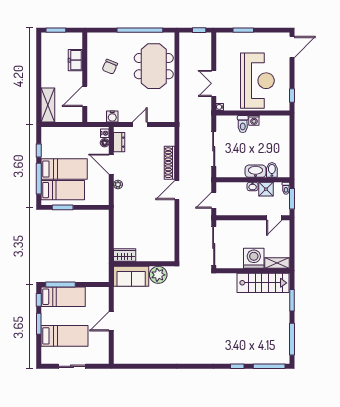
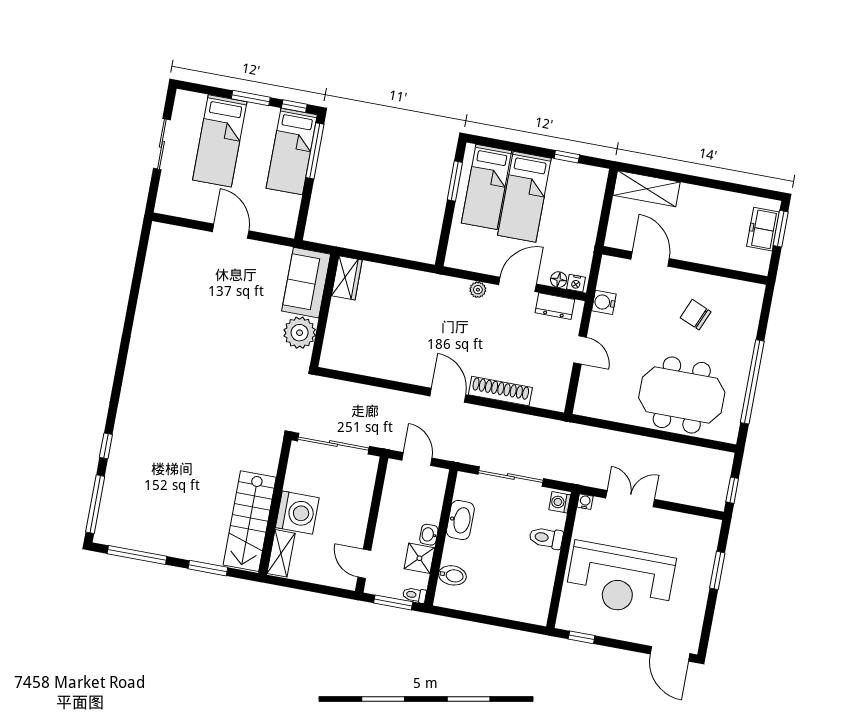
freezer: (75, 60) -> (763, 229), moved, turned -90
washing machine: (254, 120) -> (560, 502), moved
washbasin: (255, 171) -> (460, 520), moved
window: (39, 179) -> (515, 147), removed

